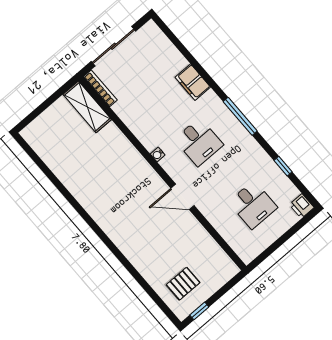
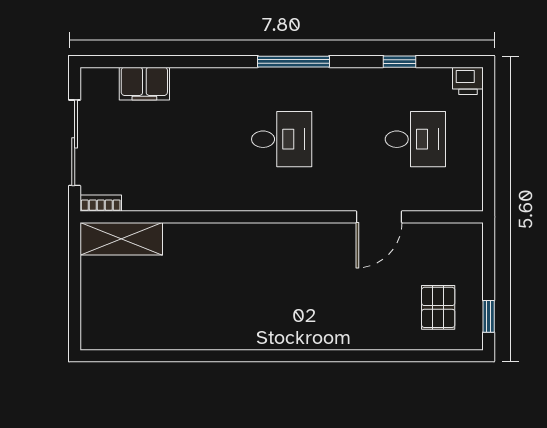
filing cabinet: (193, 82) -> (144, 84), moved
bookcase: (100, 88) -> (101, 203), width x0.64
water cooler: (158, 155) -> (253, 203), removed
door: (183, 197) -> (379, 217), moved

